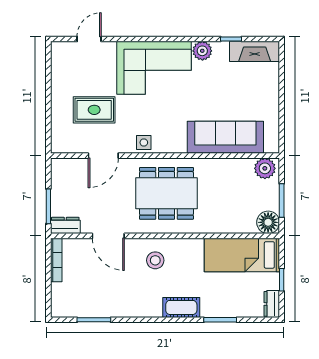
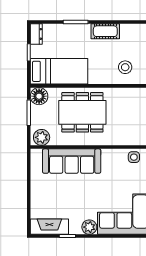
dining table: (166, 193) -> (82, 112), moved

